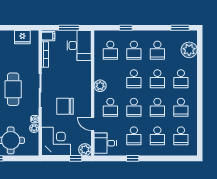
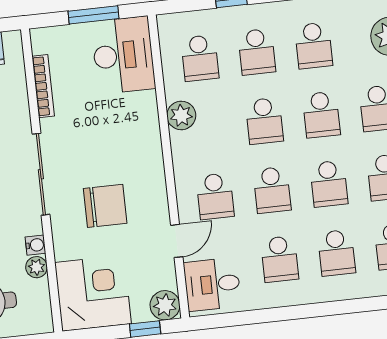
filing cabinet: (48, 36) -> (46, 41), removed
plant: (100, 86) -> (181, 115), moved
chair: (65, 106) -> (105, 206), turned 180
door: (93, 124) -> (177, 241), swing flipped
window: (133, 158) -> (282, 314), removed

